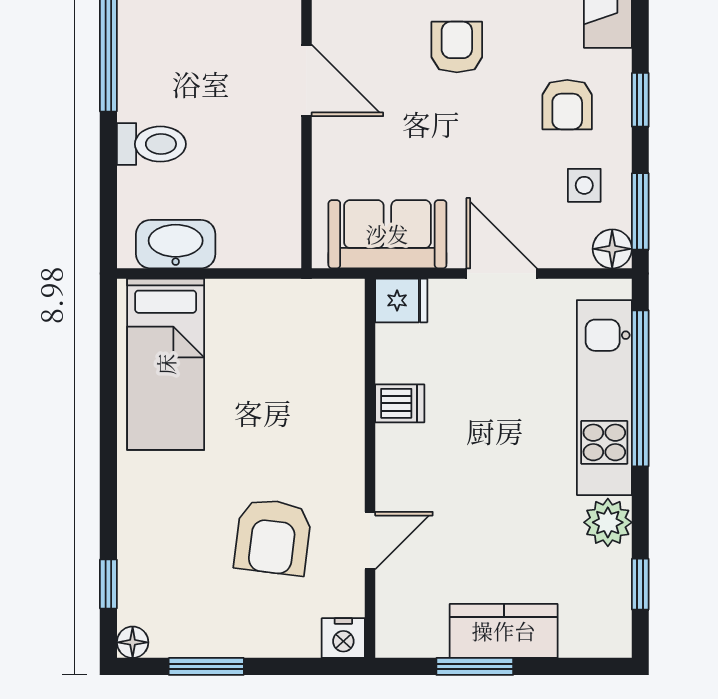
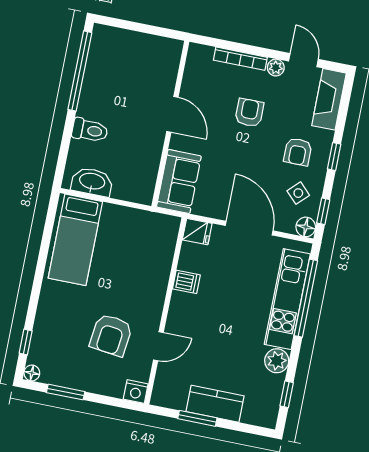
side table: (584, 185) -> (298, 193), turned 45
window: (640, 211) -> (323, 211), width x0.67
sofa: (387, 234) -> (179, 181), moved, turned 90
door: (502, 273) -> (249, 228), width x1.36

